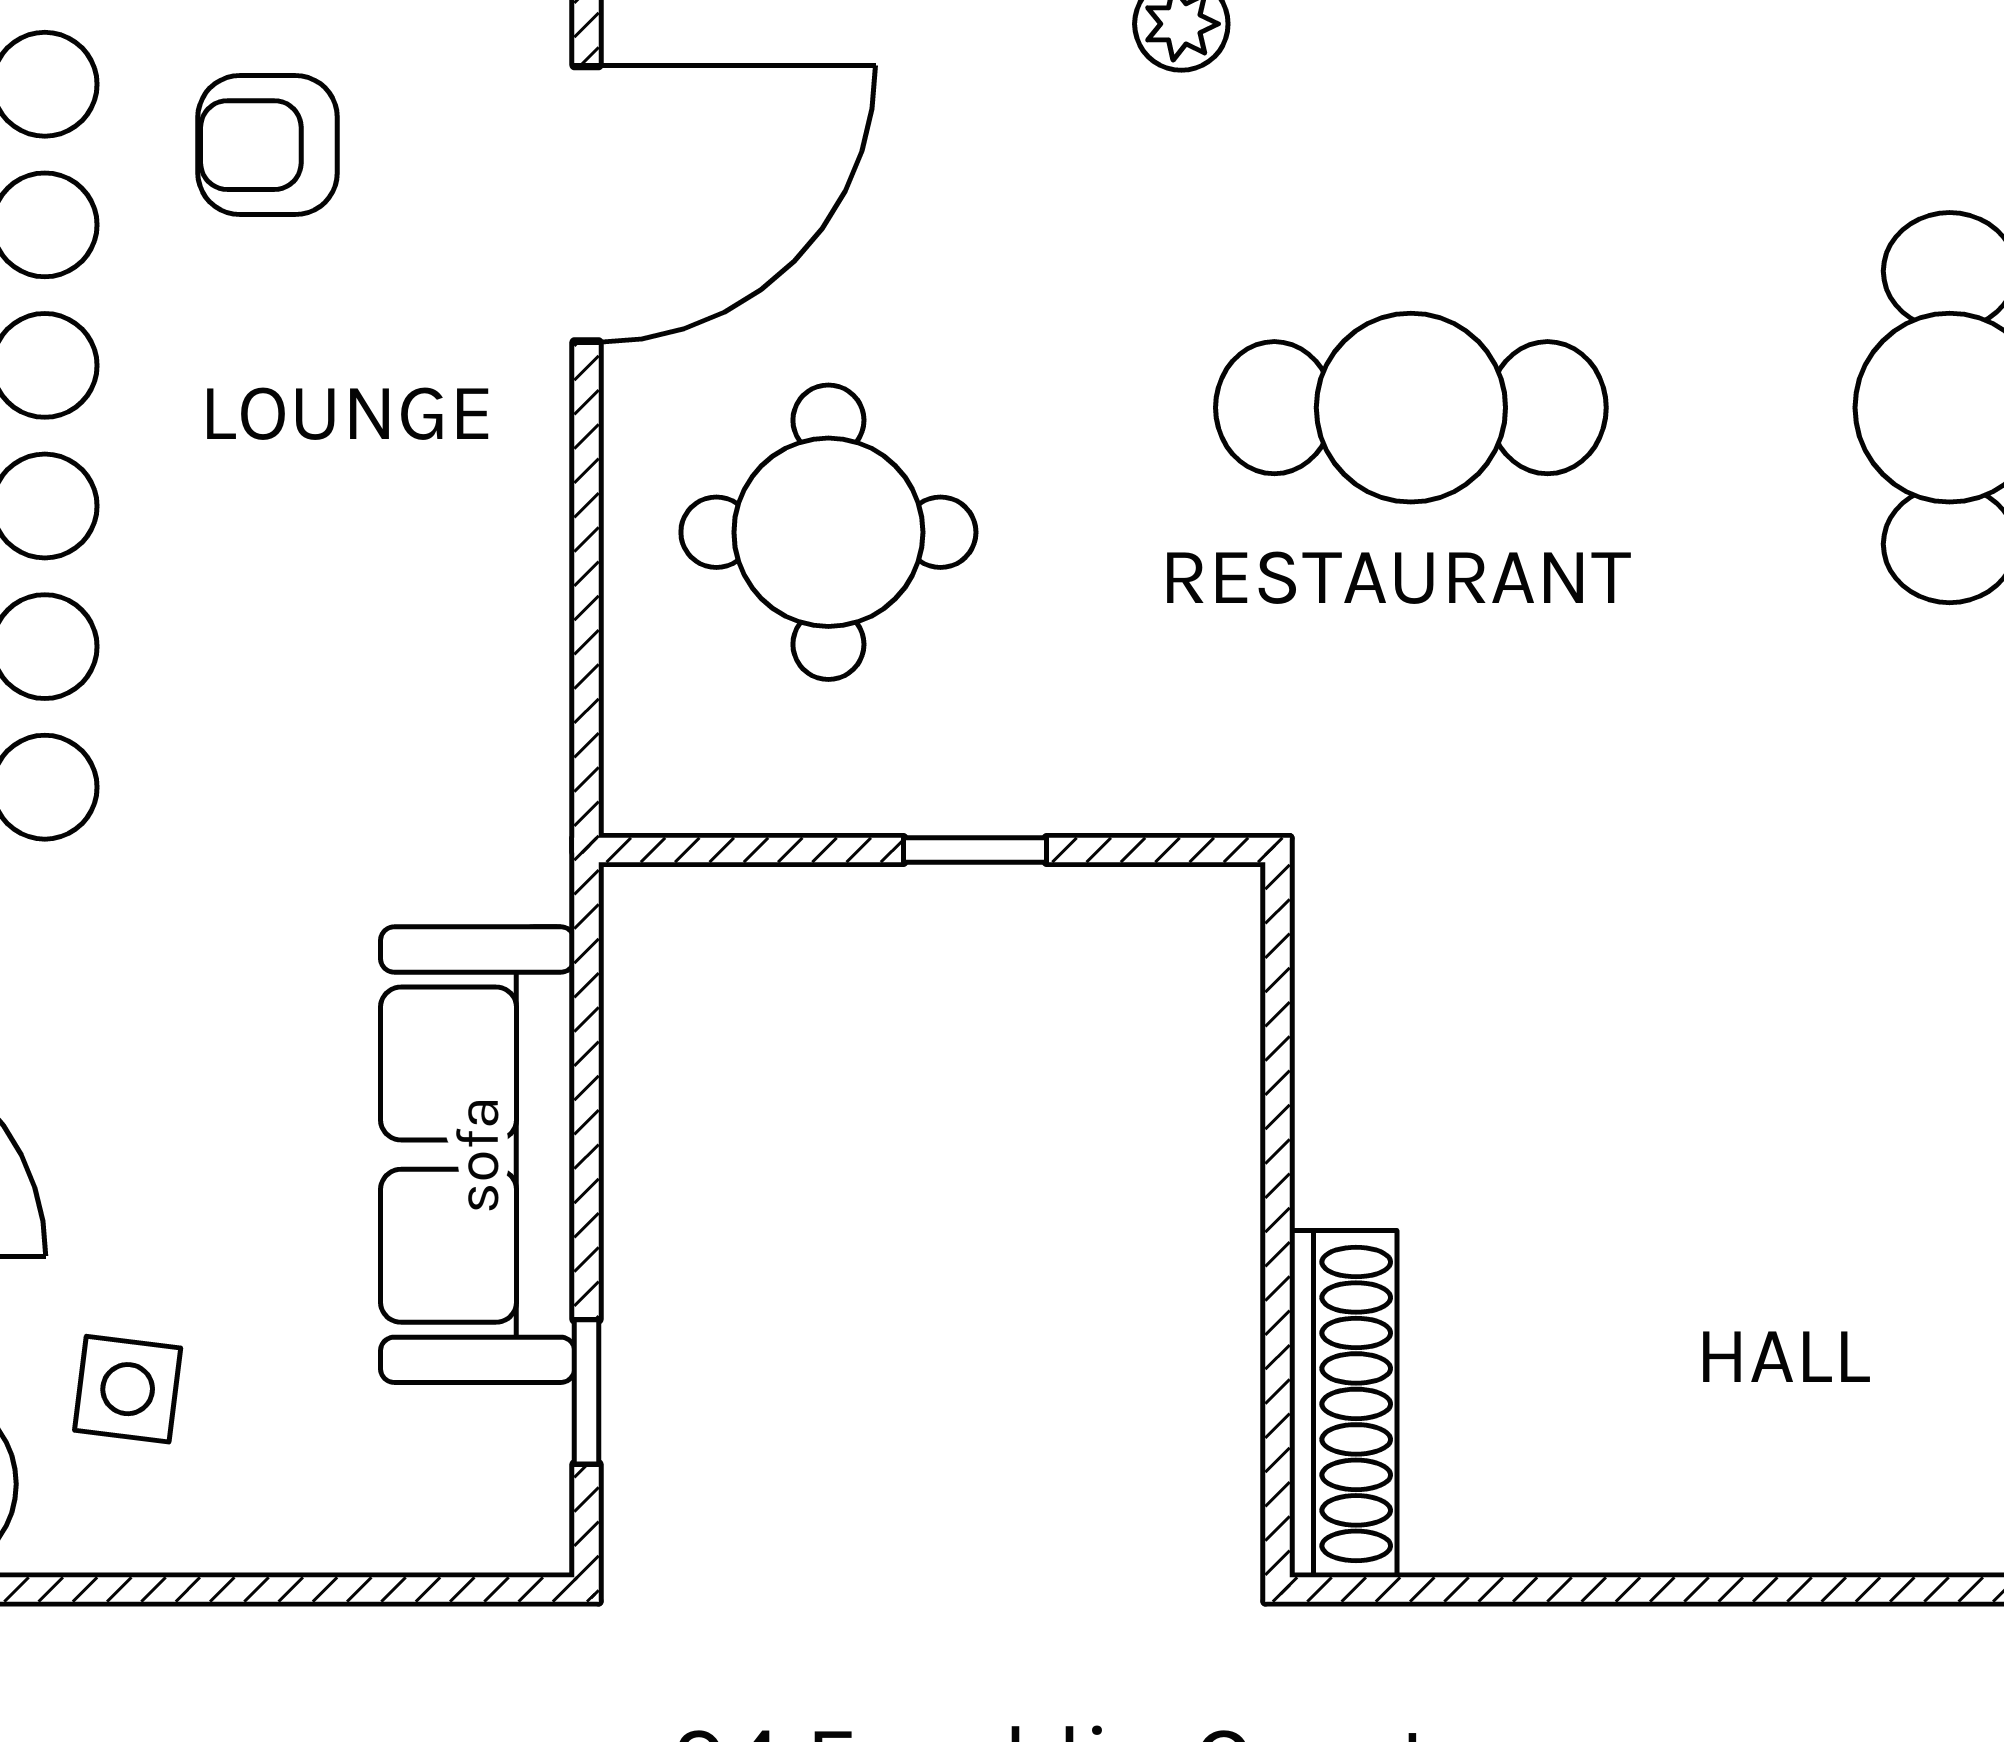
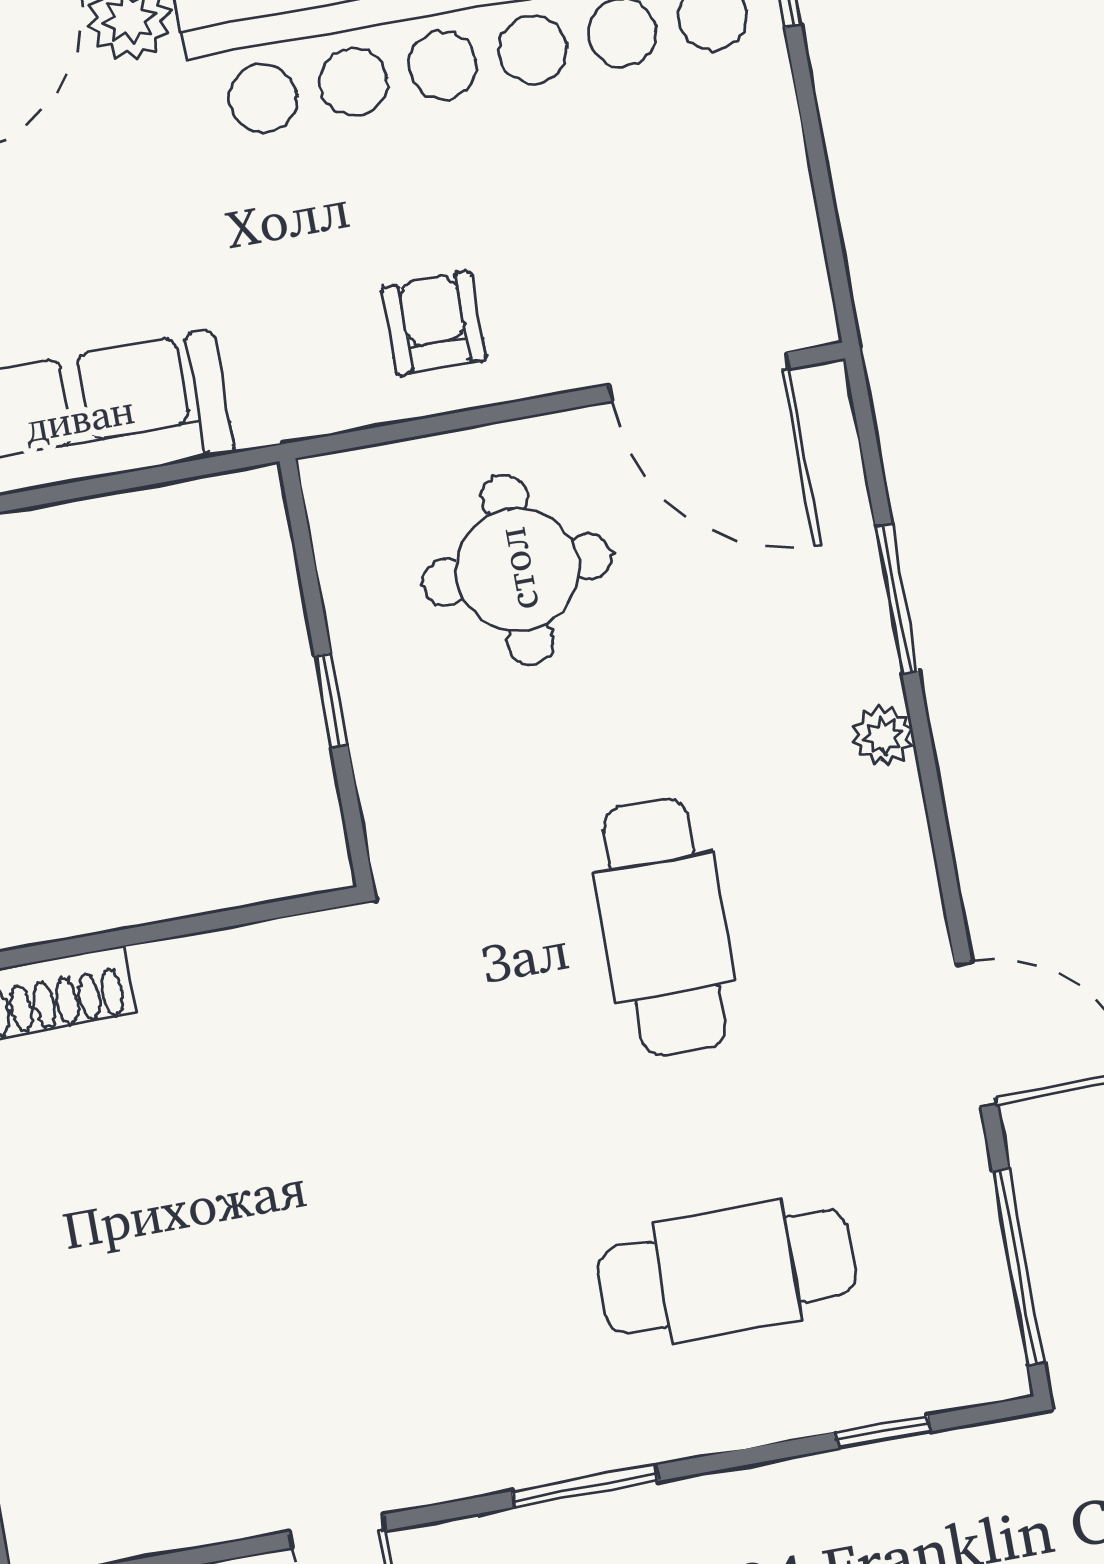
armchair: (268, 145) -> (434, 323), moved

